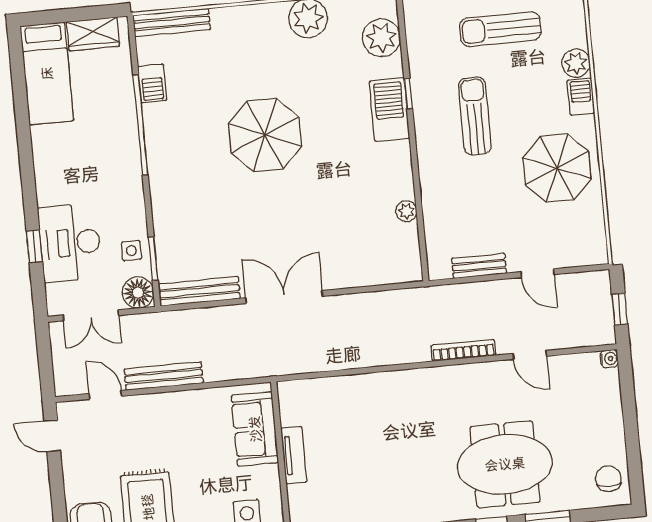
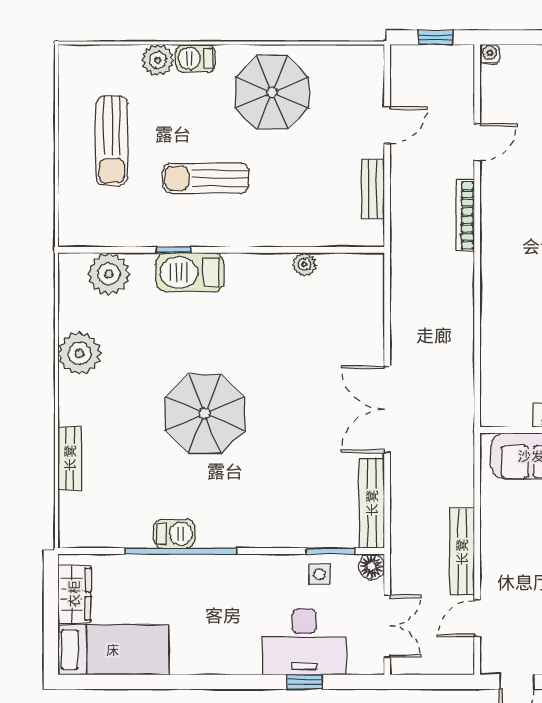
bench: (172, 22) -> (70, 458), moved, width x0.73
barbecue: (152, 83) -> (174, 534), moved
floor lamp: (138, 293) -> (372, 567), width x0.73, depth x0.73

